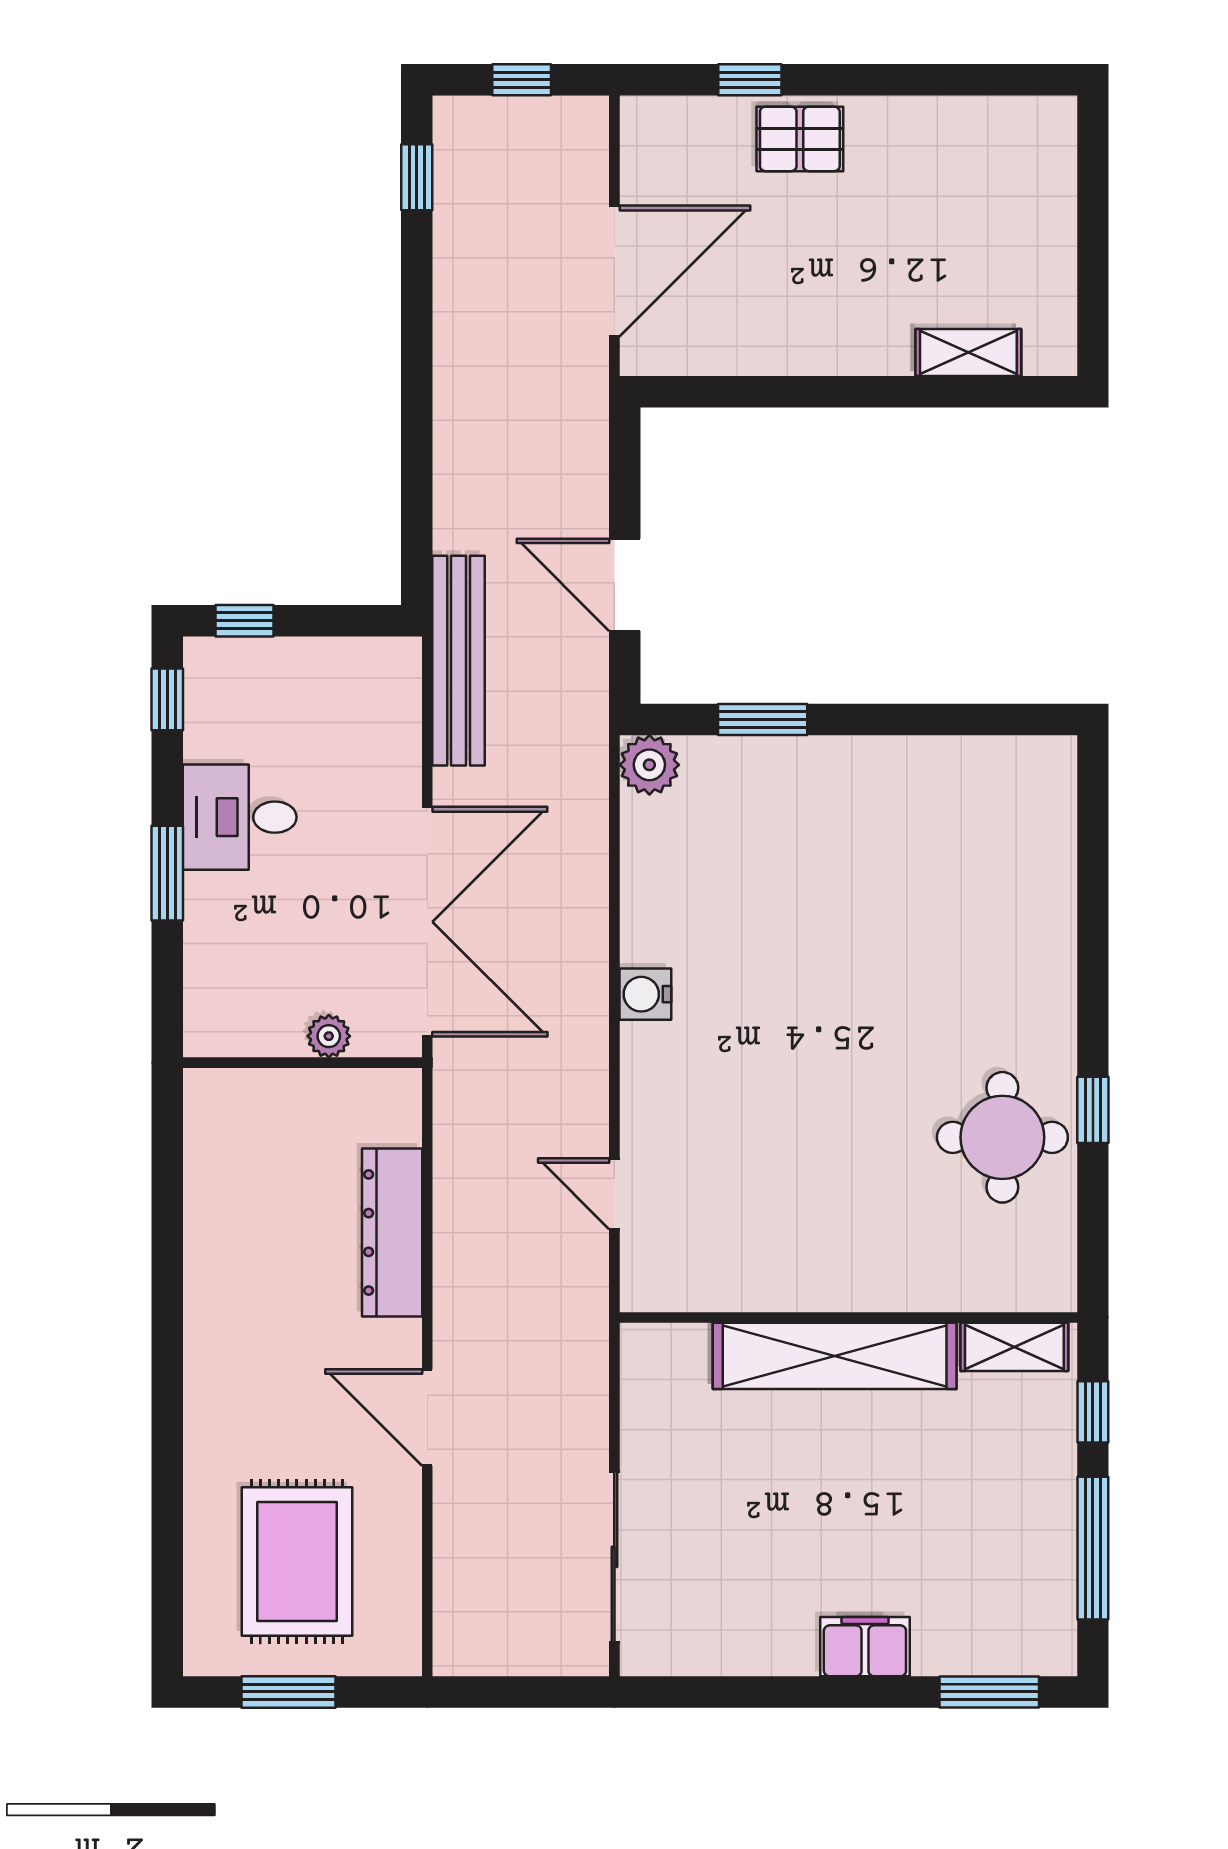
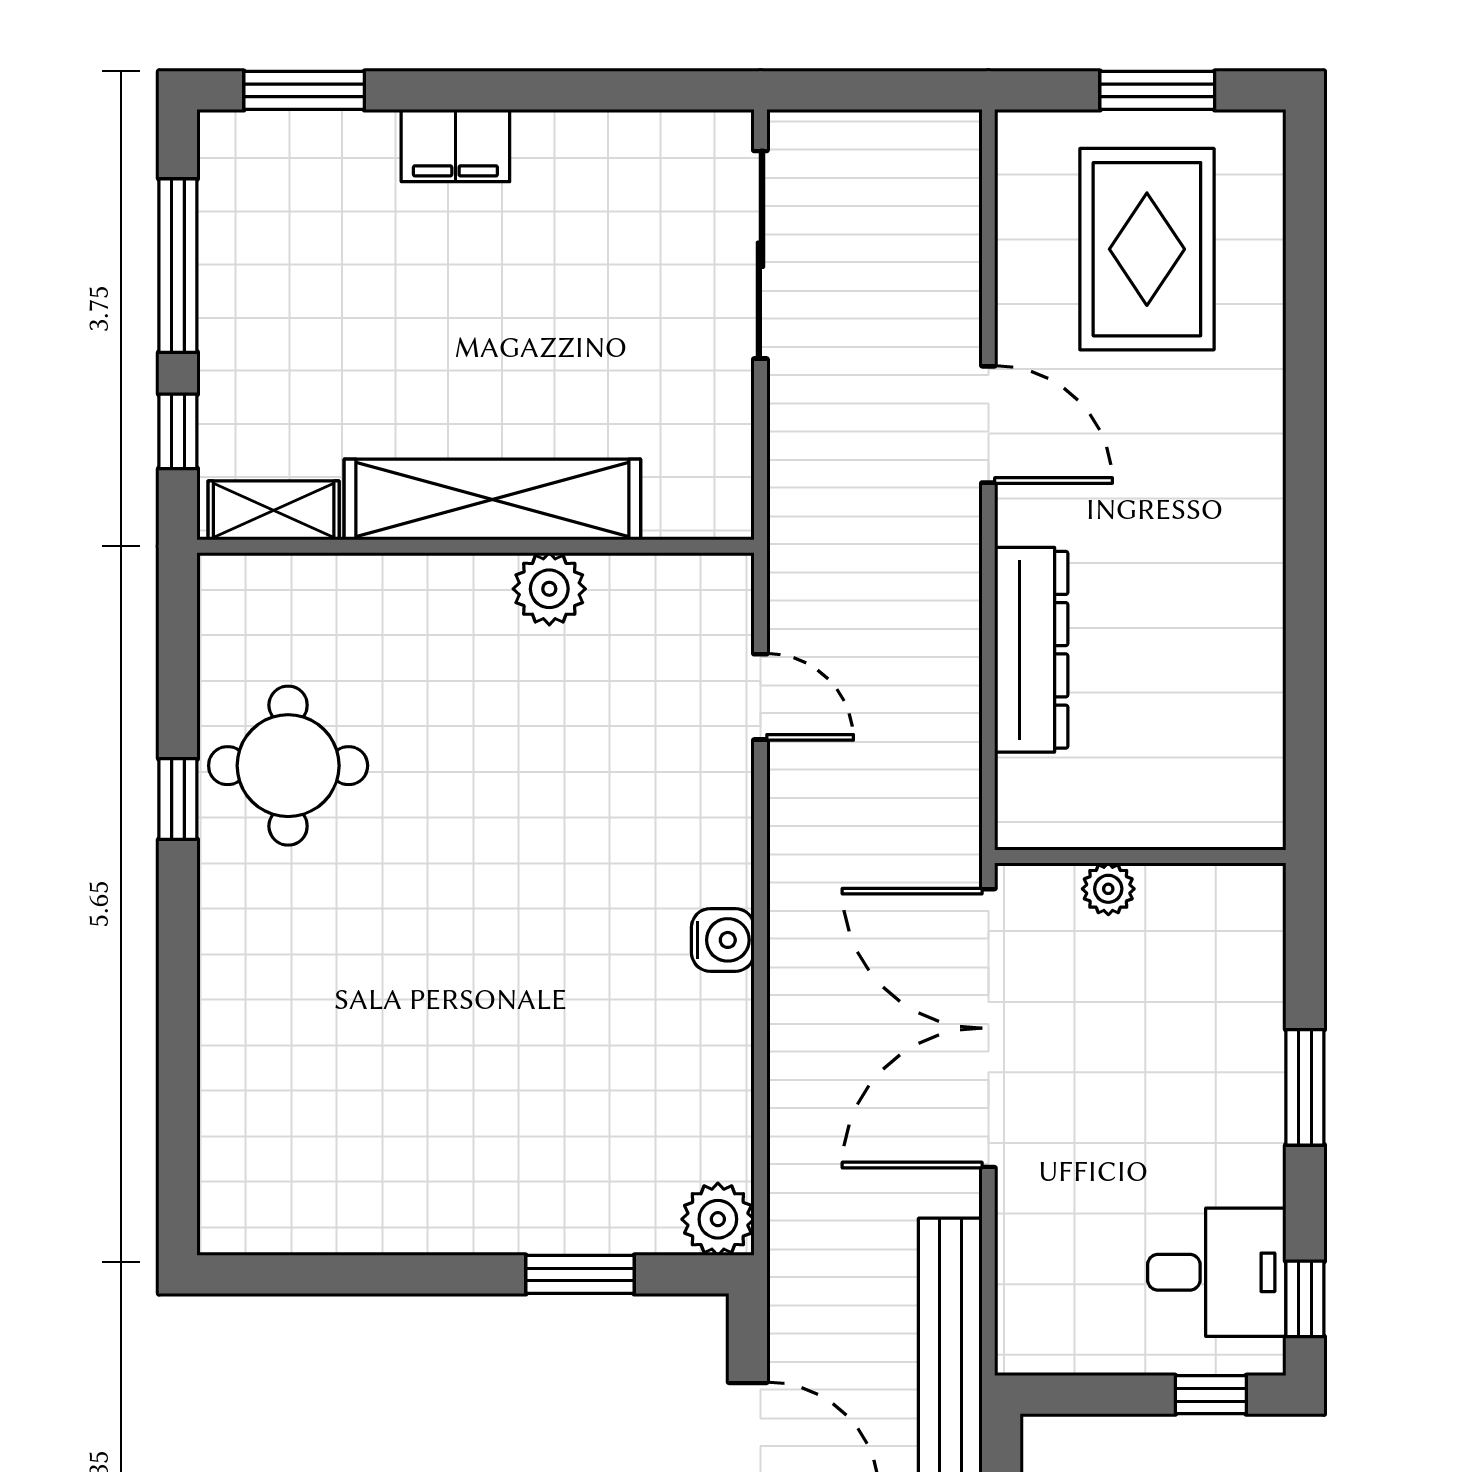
desk: (240, 817) -> (1217, 1272), moved
plant: (788, 1283) -> (549, 589), added

